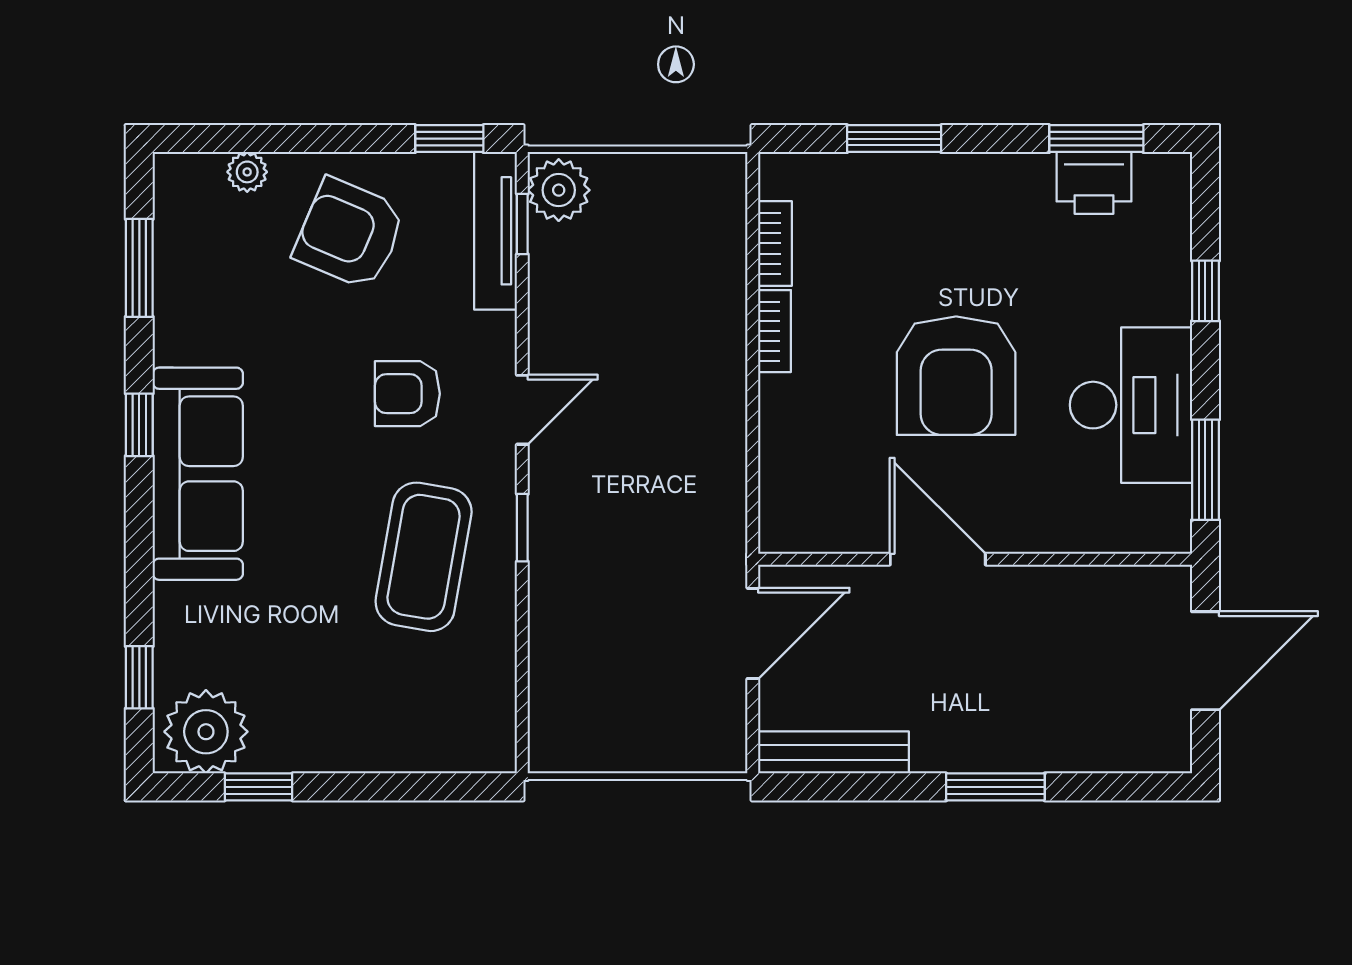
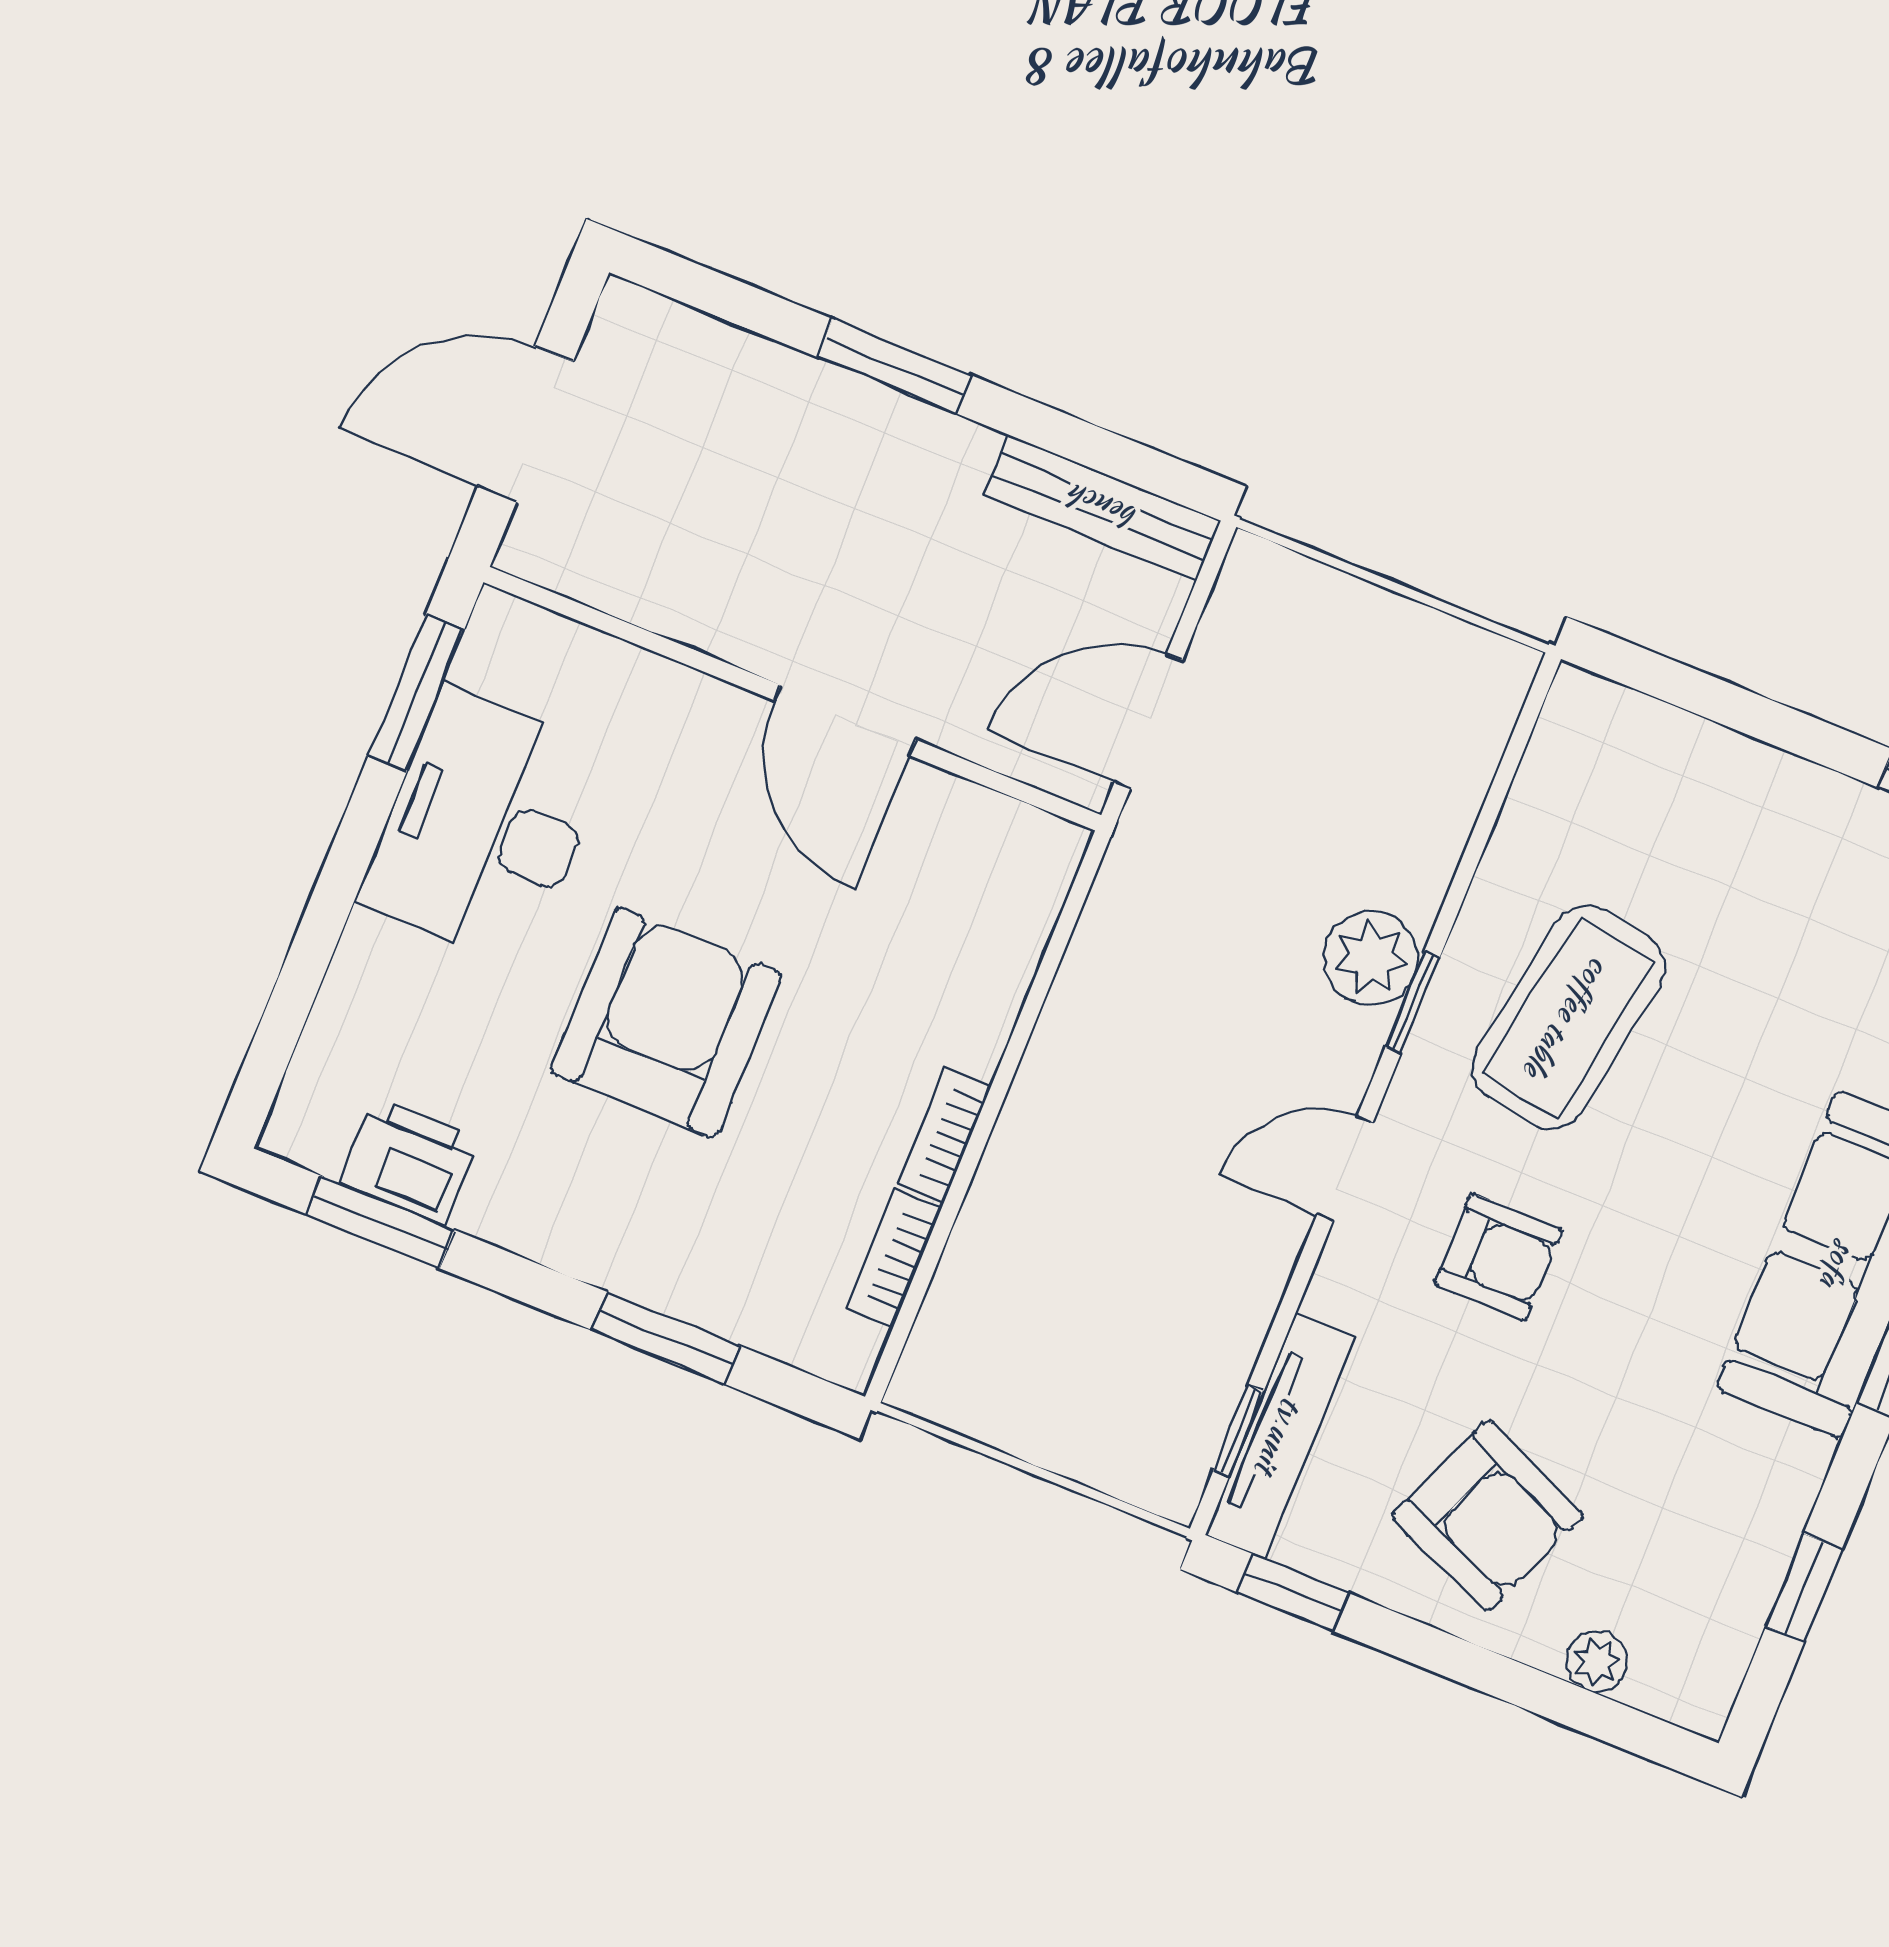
plant: (559, 190) -> (1371, 958), moved
window: (139, 268) -> (1804, 1588), width x0.67
window: (1205, 291) -> (314, 945), removed
armchair: (956, 376) -> (666, 1022), moved

